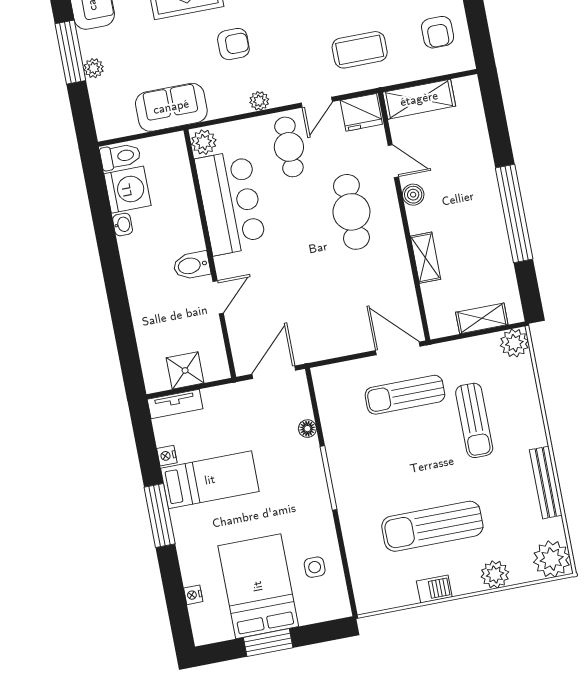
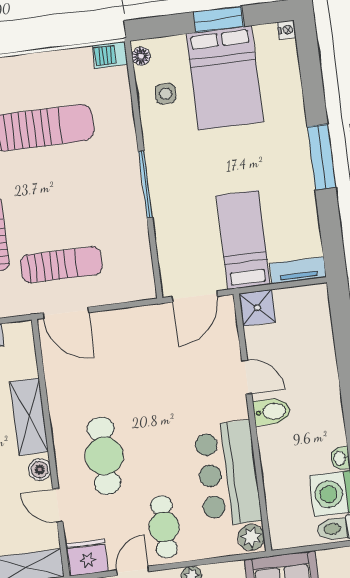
shelving: (425, 258) -> (29, 417), width x1.50, depth x1.33
door: (218, 297) -> (247, 377), swing flipped
shower: (185, 370) -> (257, 308), moved
floor lamp: (307, 429) -> (141, 56), moved
nightstand: (167, 456) -> (310, 218), removed
bed: (210, 480) -> (243, 240), moved, turned 90
barbecue: (434, 589) -> (110, 55), moved
nightstand: (193, 595) -> (287, 30), moved

